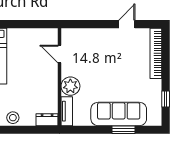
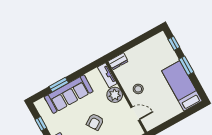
armchair: (107, 69) -> (95, 122), added
stool: (13, 118) -> (138, 89), moved

